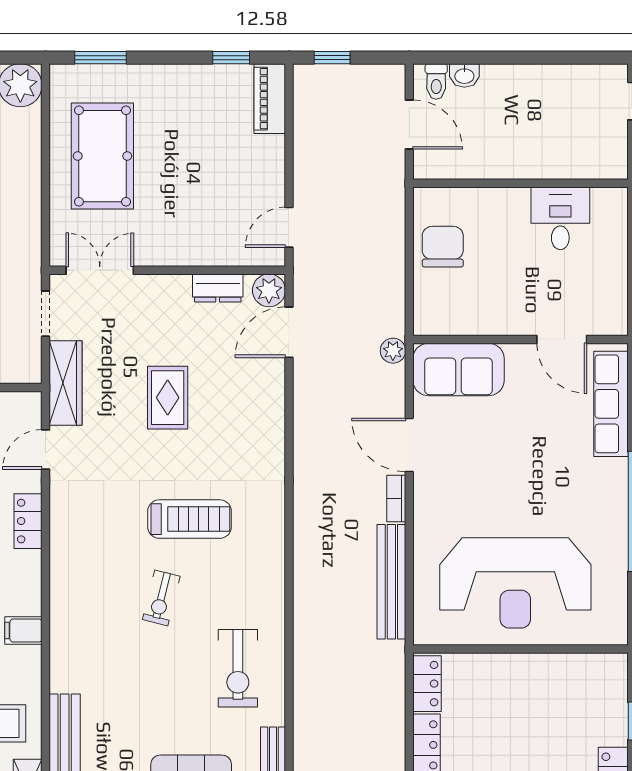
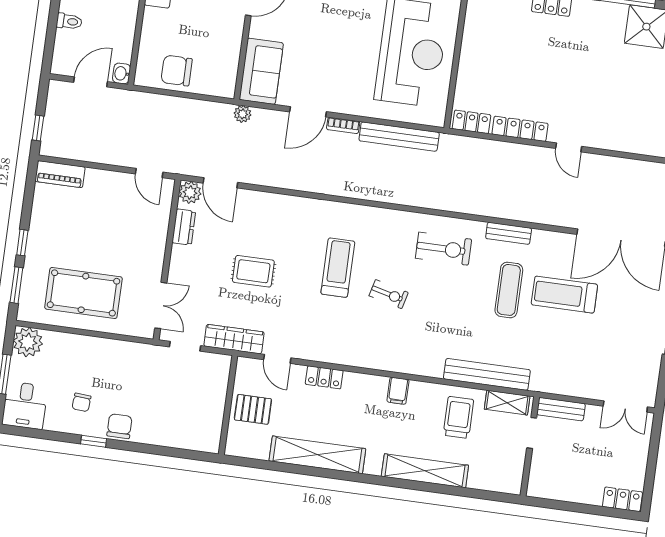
window: (231, 58) -> (22, 243), moved
washbasin: (464, 75) -> (122, 73), moved, turned 180
toilet: (436, 81) -> (69, 21), moved
double door: (100, 270) -> (161, 305), swing flipped

